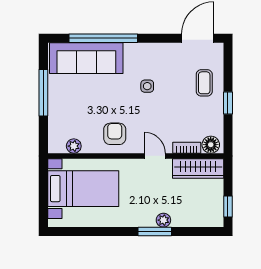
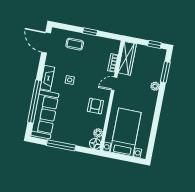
fireplace: (143, 51) -> (47, 78), added
armchair: (115, 134) -> (95, 106), turned 90
floor lamp: (211, 145) -> (95, 144), moved
window: (155, 232) -> (165, 72), moved

